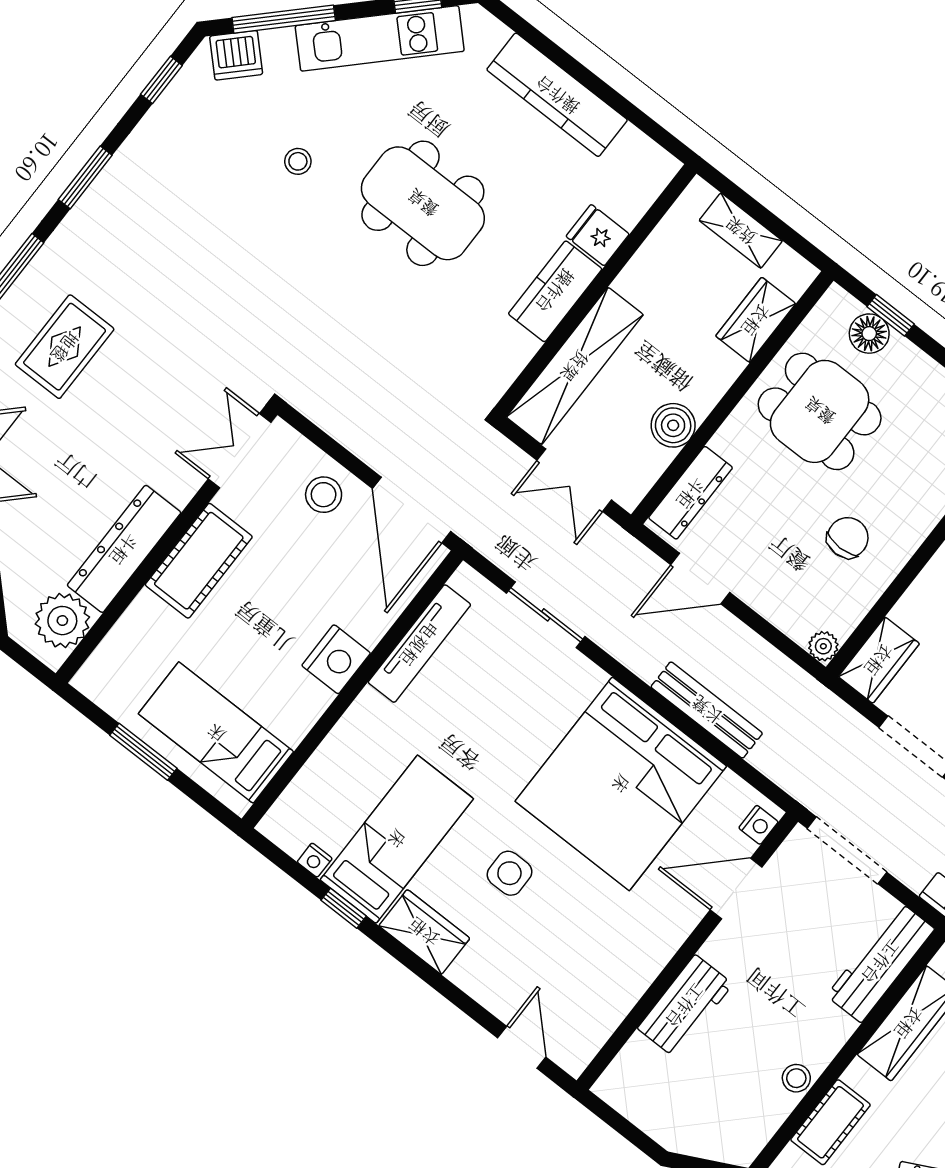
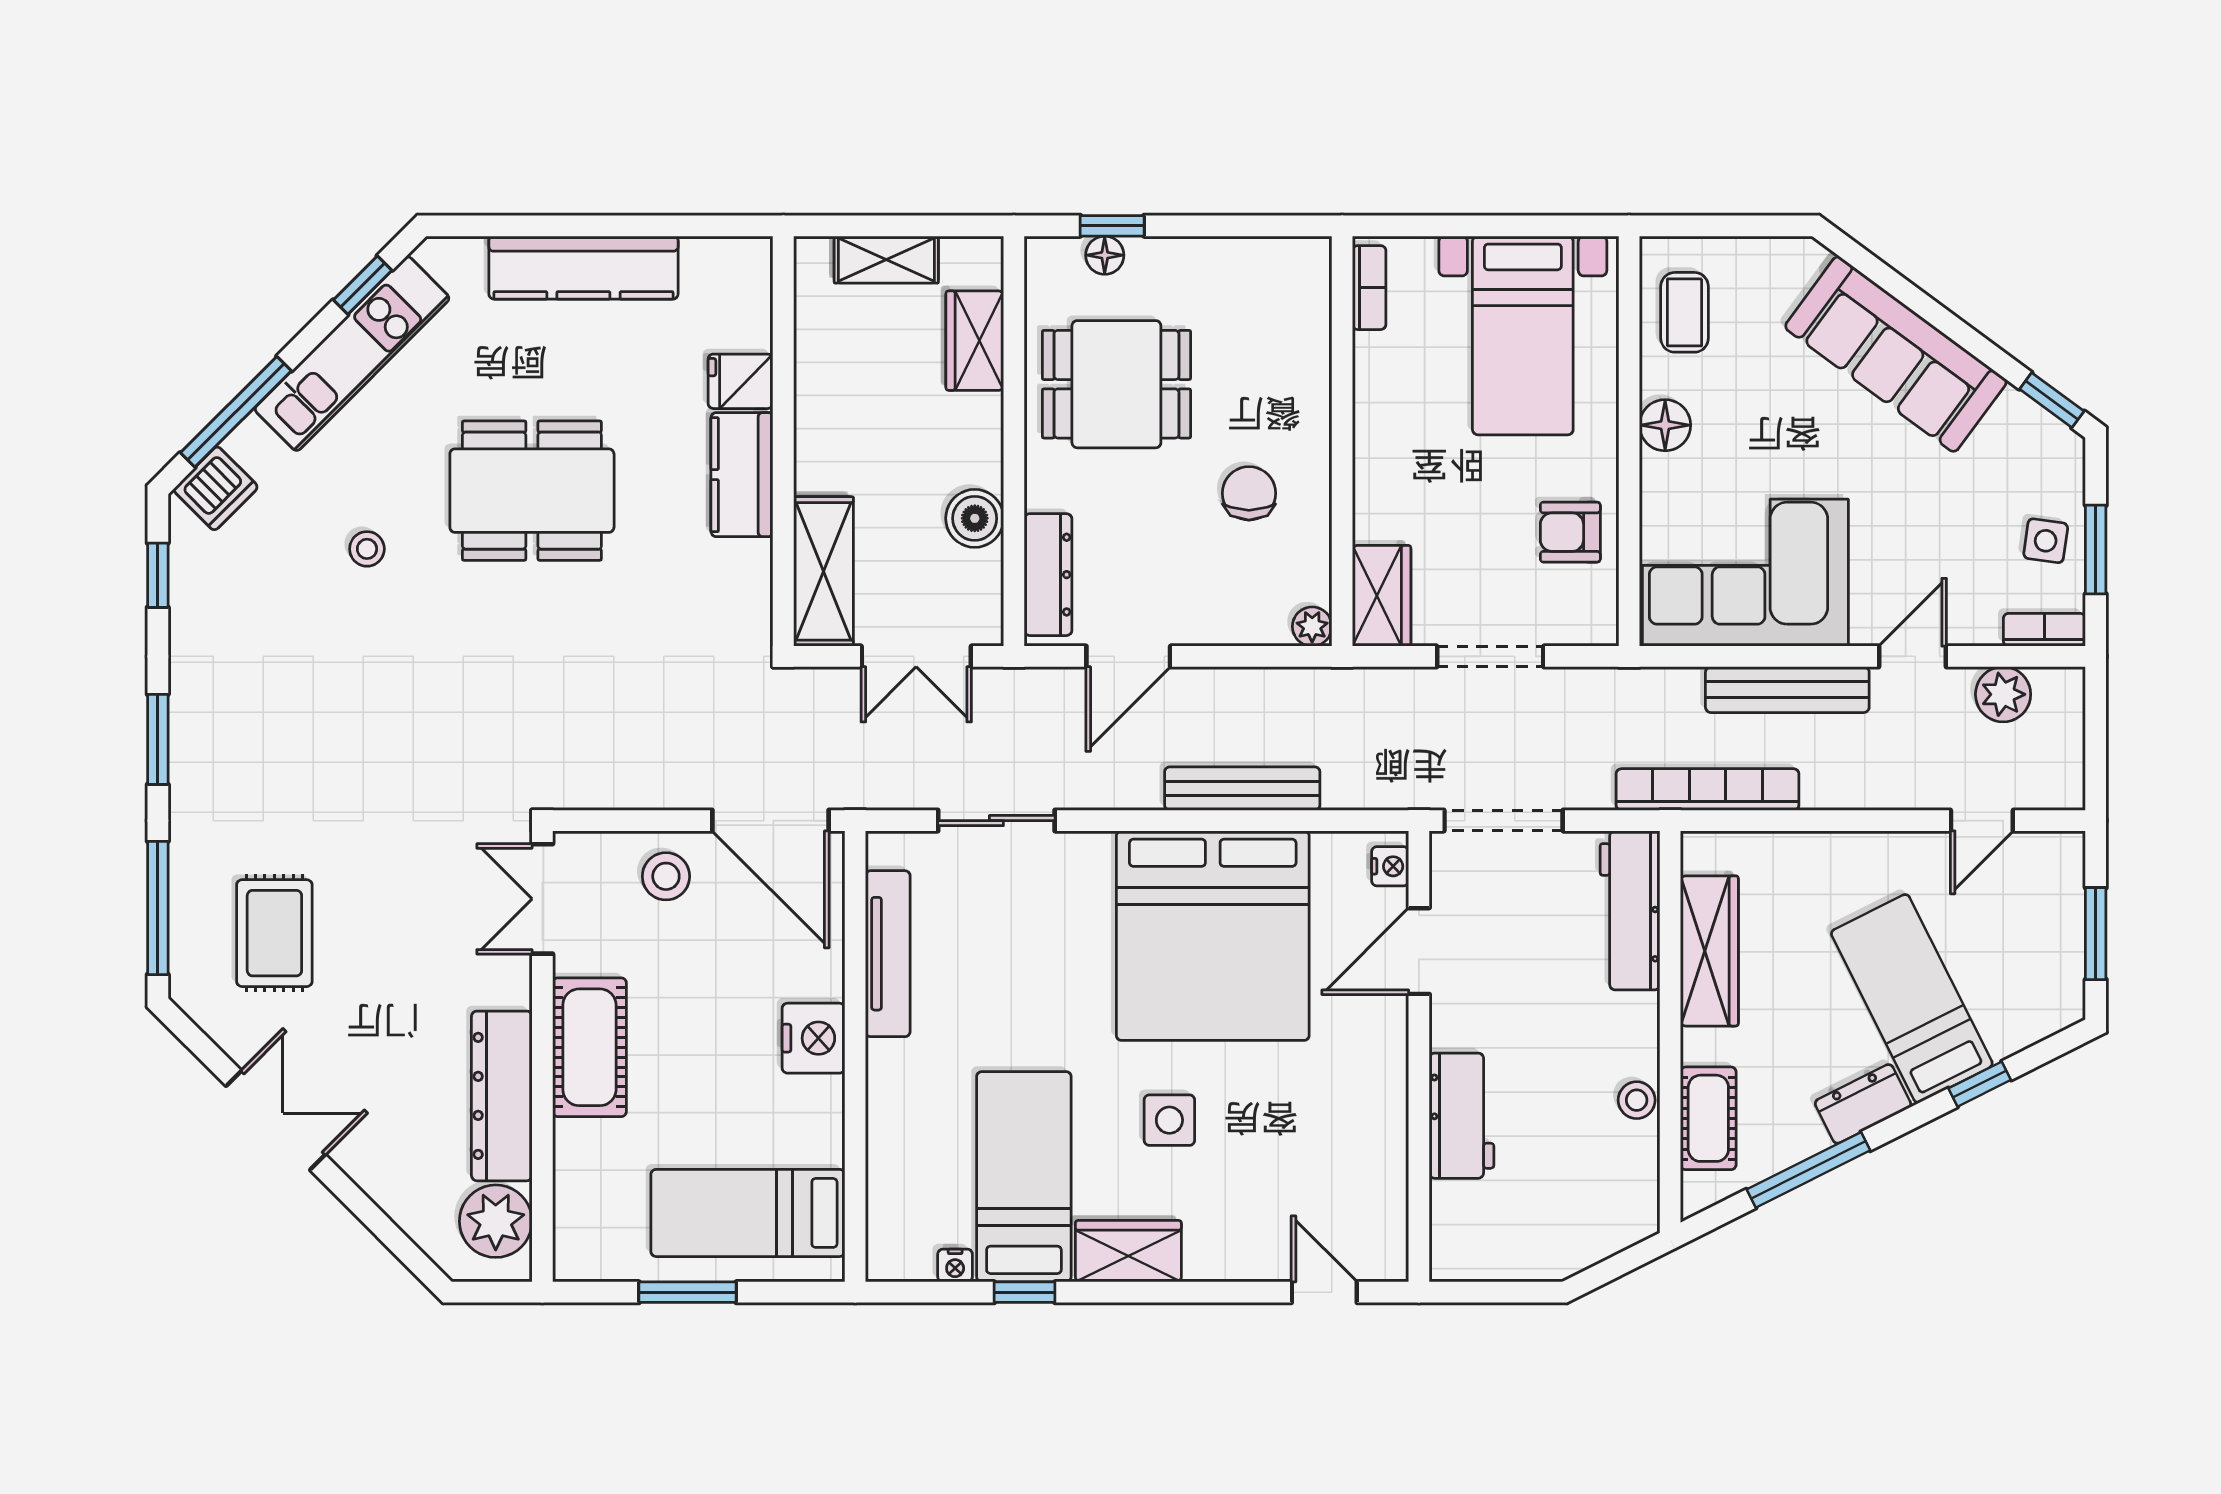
floor lamp: (869, 334) -> (1105, 255), width x0.73, depth x0.73
shelving: (575, 366) -> (823, 571), width x0.68

